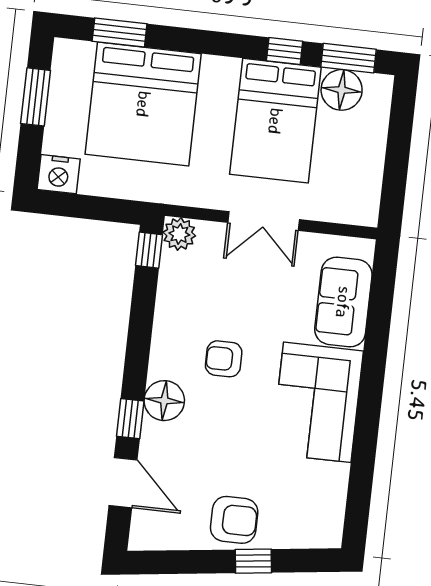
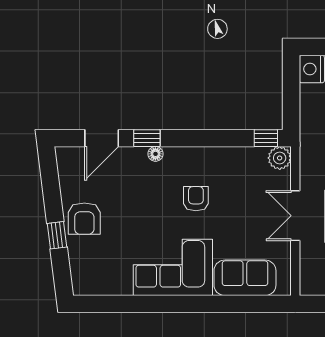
floor lamp: (164, 401) -> (155, 154), width x0.53, depth x0.53

